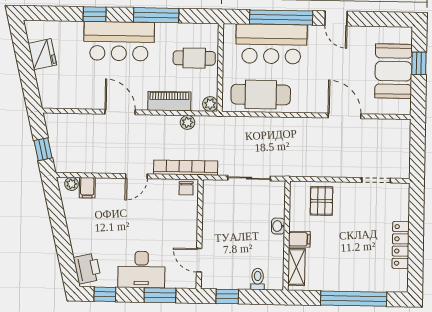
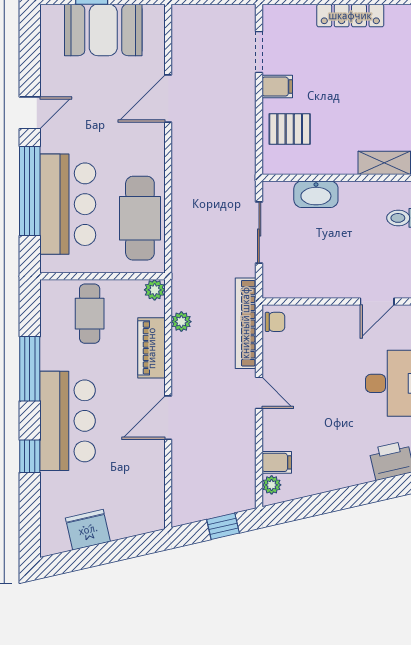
washbasin: (278, 226) -> (316, 194), width x1.91, depth x1.45
filing cabinet: (299, 239) -> (277, 87), moved, turned 90

